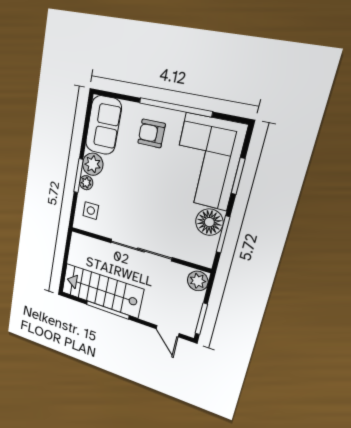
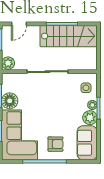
door: (168, 331) -> (19, 24), swing flipped

